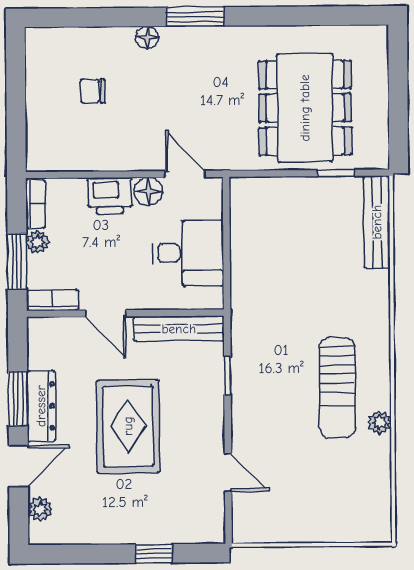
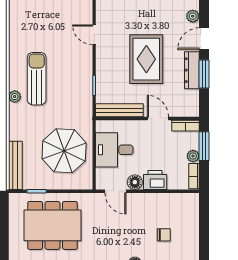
dining table: (305, 108) -> (52, 225), turned 90
parasol: (284, 250) -> (64, 151), added
plant: (379, 422) -> (15, 97), moved

